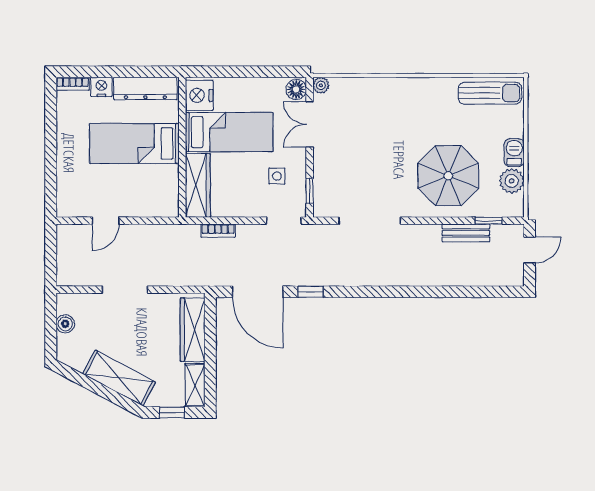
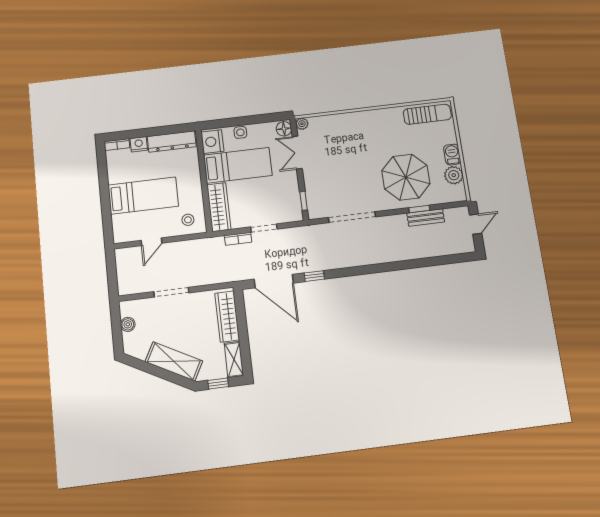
bed: (134, 144) -> (143, 196), moved, turned 180
side table: (277, 176) -> (240, 132), moved
stool: (156, 197) -> (188, 220), added
doorway: (284, 221) -> (264, 228), moved
window: (489, 221) -> (419, 209), moved

